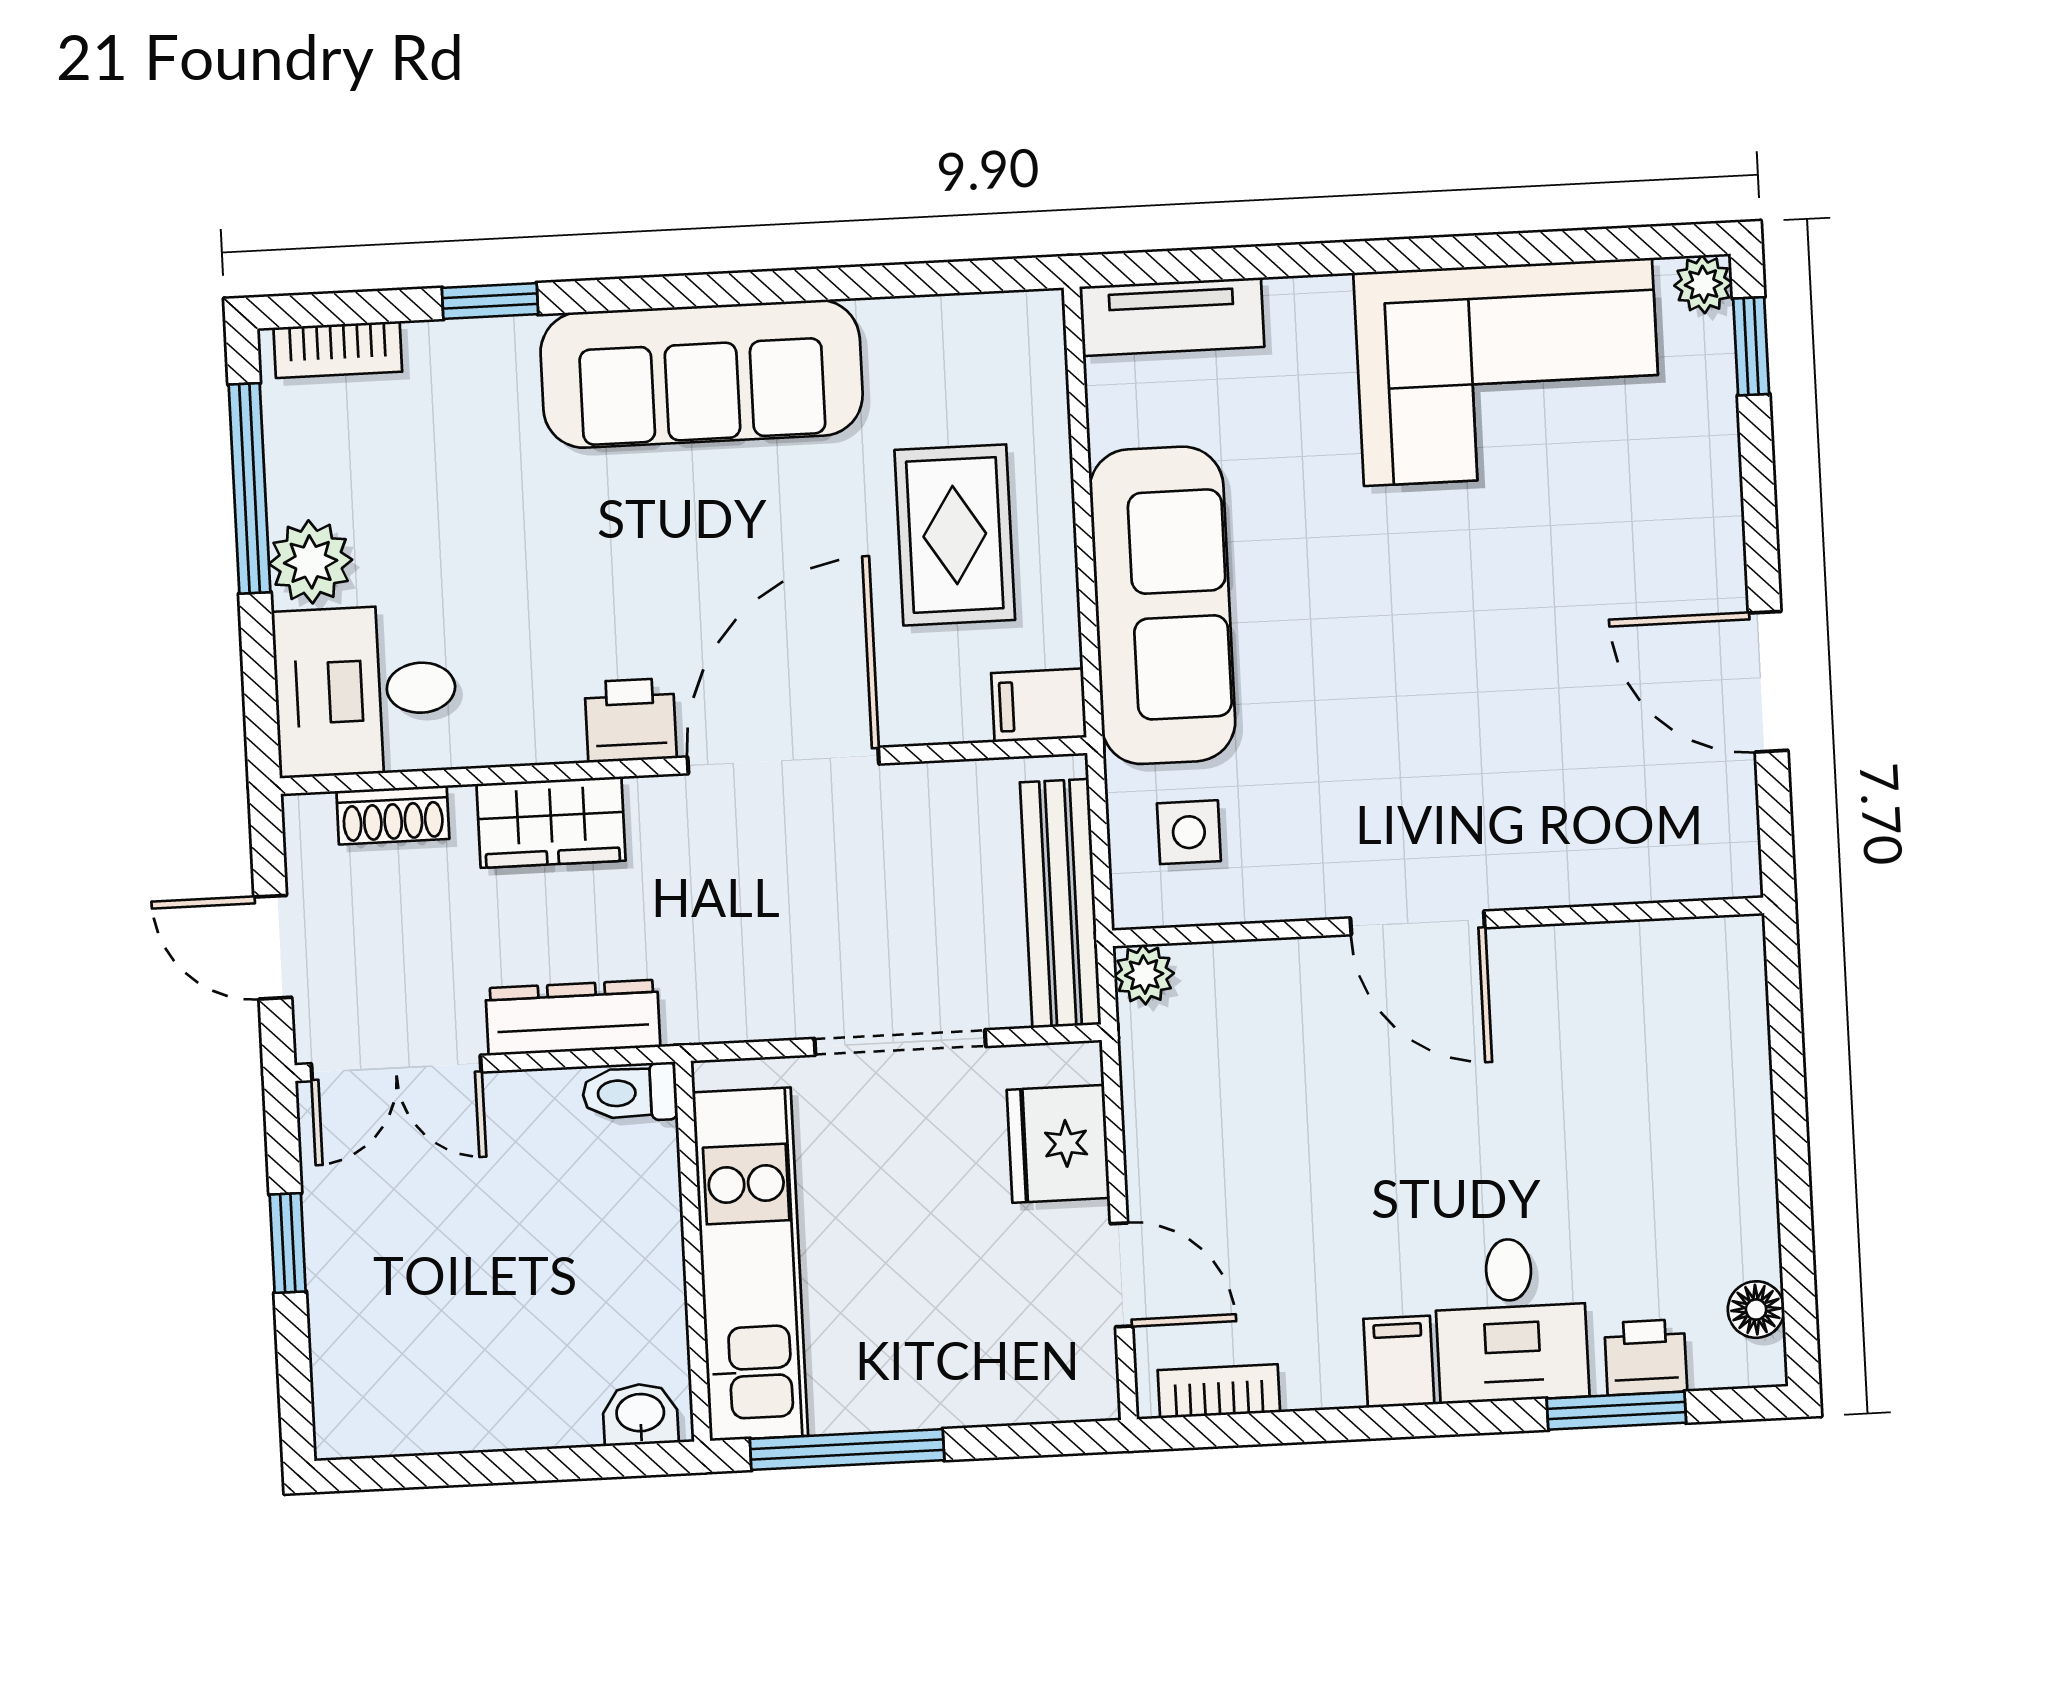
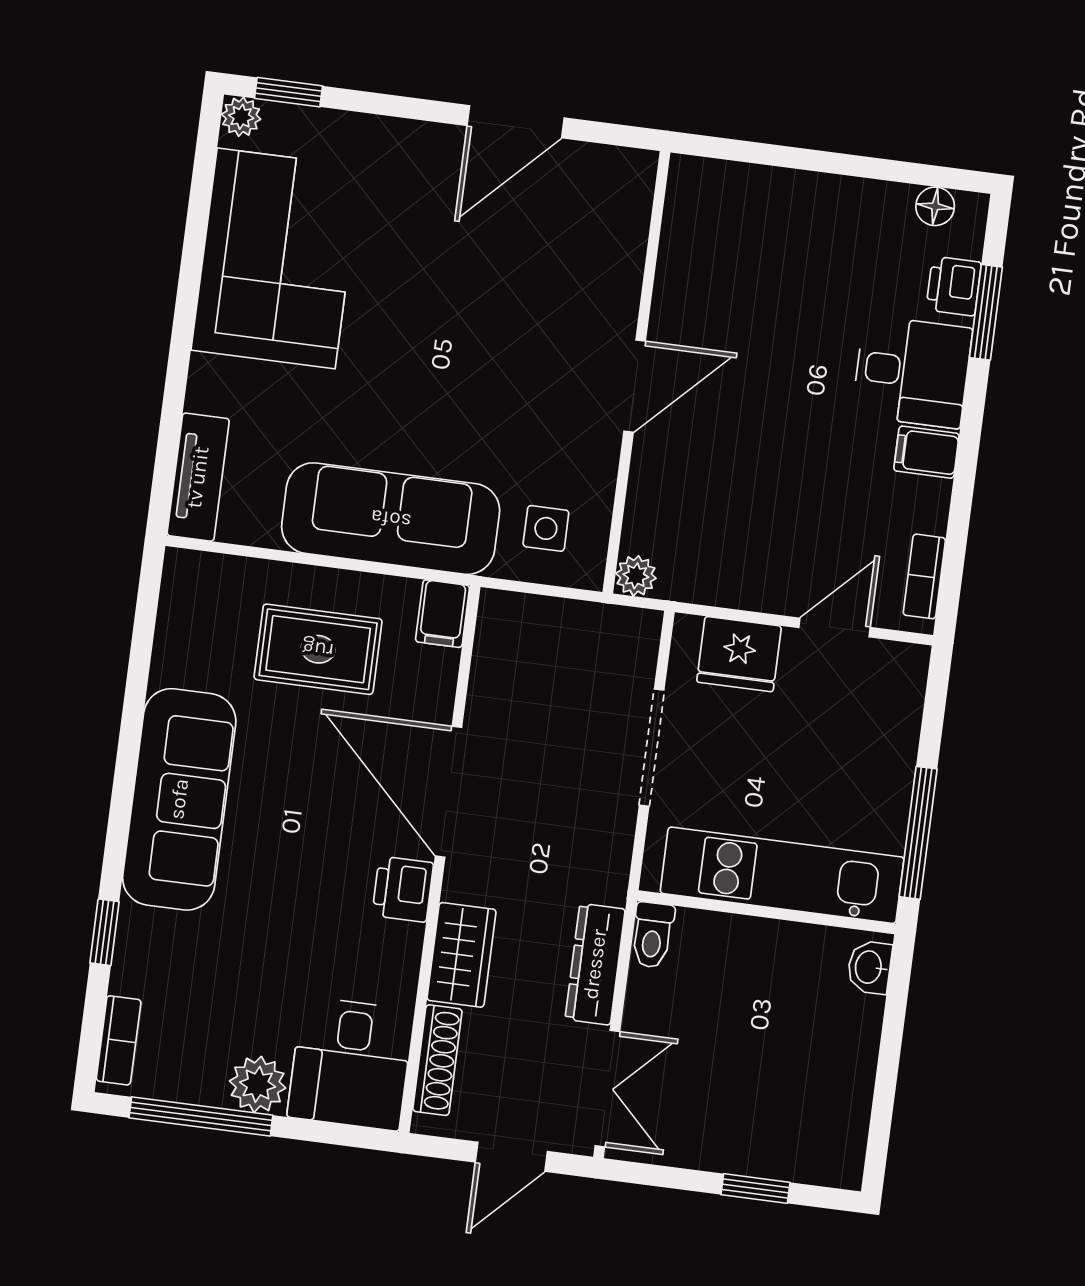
shoe rack: (393, 815) -> (437, 1060), width x1.43
bench: (1060, 903) -> (578, 623), removed
window: (288, 1243) -> (755, 1188), moved

